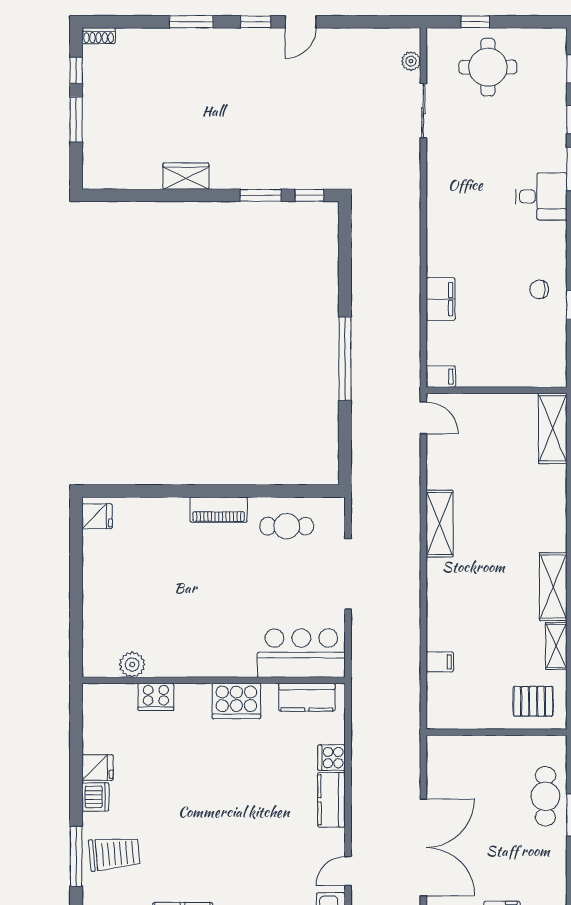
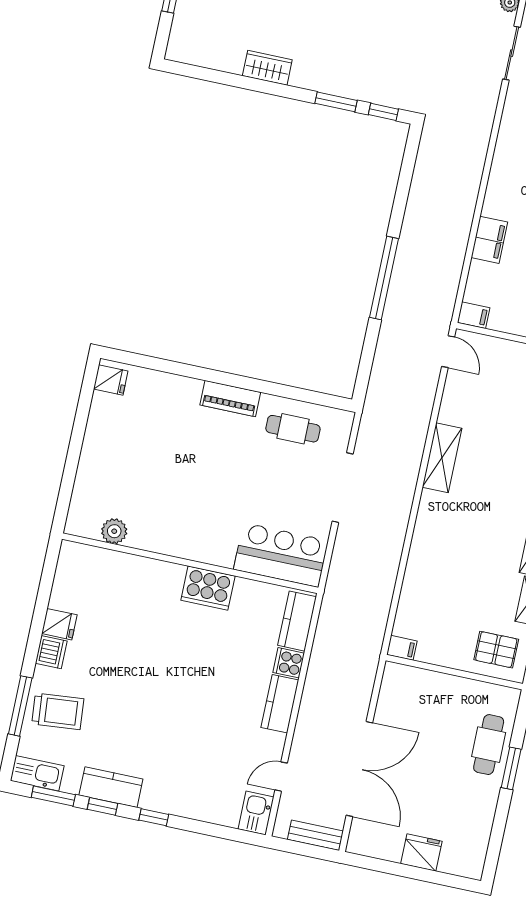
filing cabinet: (440, 662) -> (402, 648), moved
cooker: (156, 697) -> (131, 567), removed
kitchen counter: (307, 697) -> (297, 621), moved, turned 90

